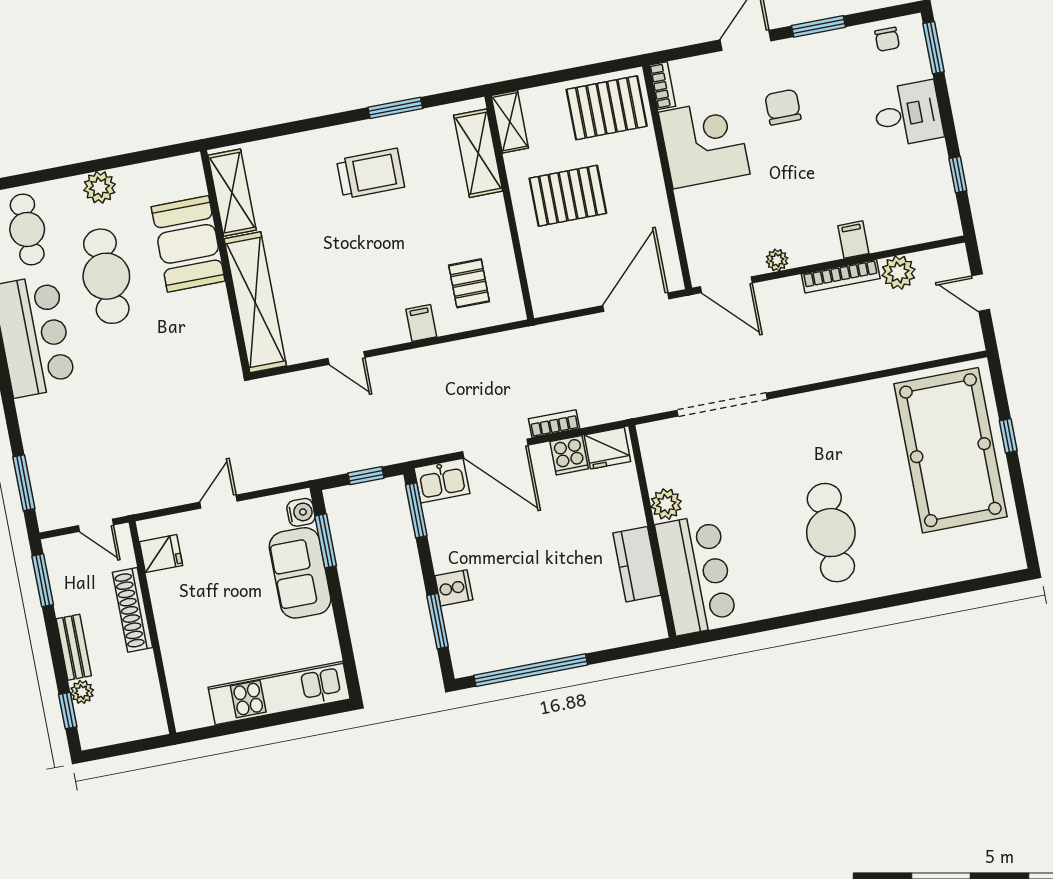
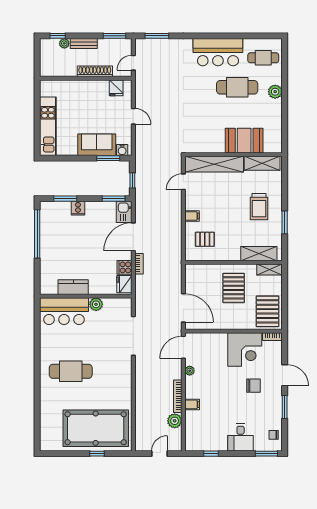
shelving: (232, 193) -> (262, 163), moved
booth: (188, 244) -> (244, 141), moved
wall: (225, 262) -> (233, 155), moved
shelving: (255, 302) -> (214, 164), moved

